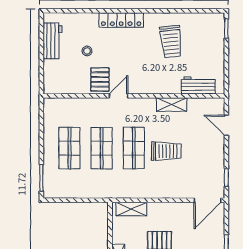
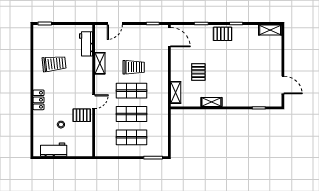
locker: (121, 20) -> (39, 100), width x0.66
door: (119, 96) -> (94, 102), swing flipped
trolley: (166, 151) -> (134, 67), turned 90

